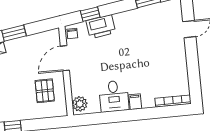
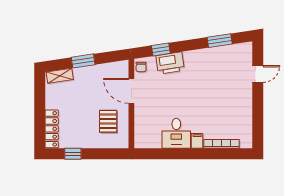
door: (65, 58) -> (131, 91), hinge flipped
bookcase: (173, 101) -> (221, 144), moved
plant: (80, 104) -> (142, 138), removed

